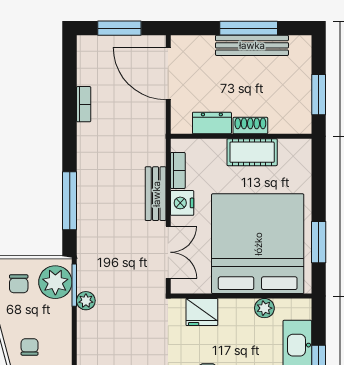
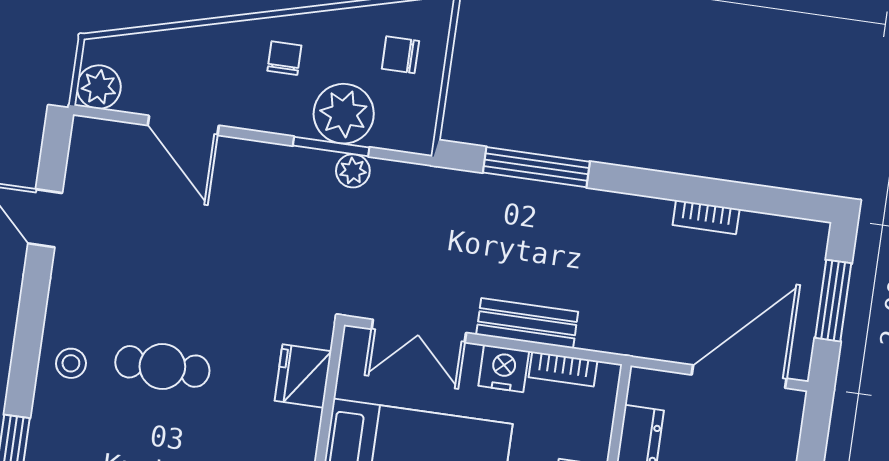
plant: (55, 282) -> (344, 114), moved
window: (74, 285) -> (331, 146), moved
chair: (30, 347) -> (284, 58), turned -90

